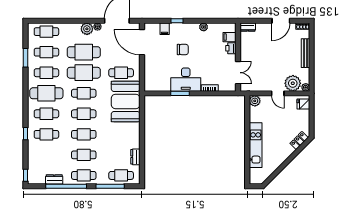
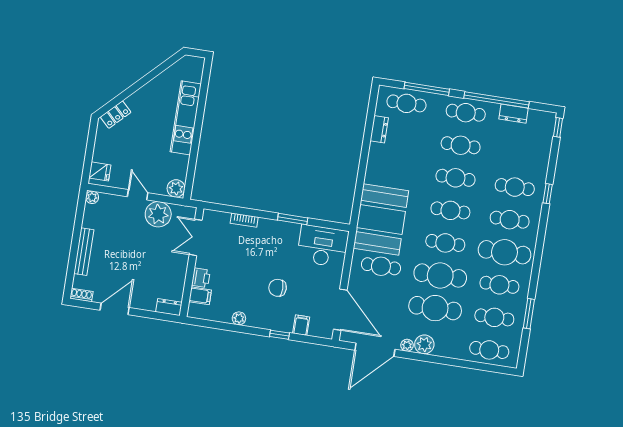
desk: (186, 80) -> (323, 246), moved
plant: (293, 83) -> (158, 214), moved

